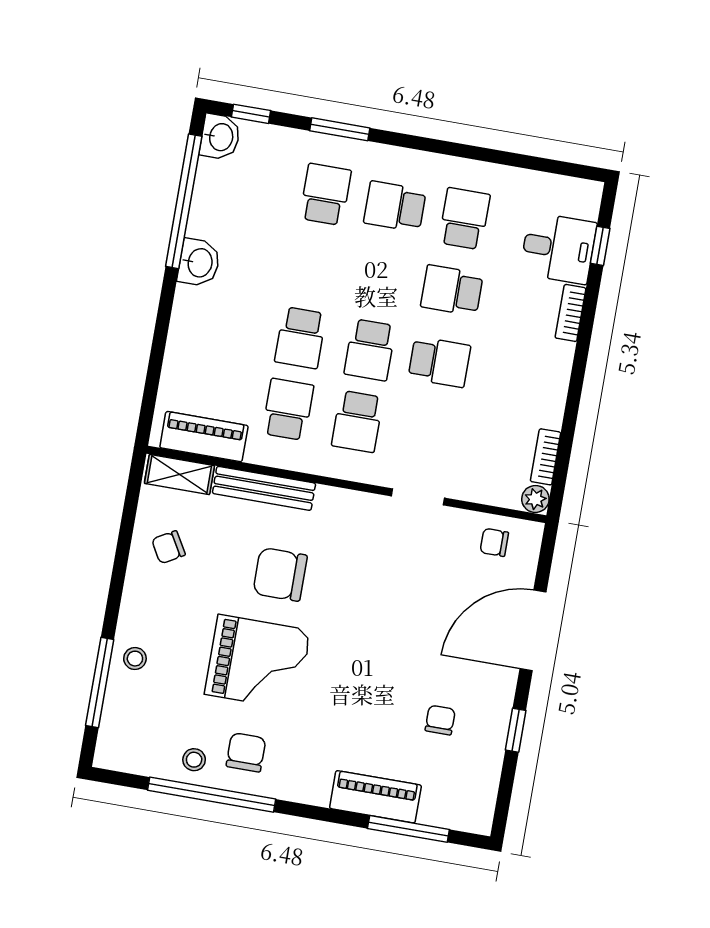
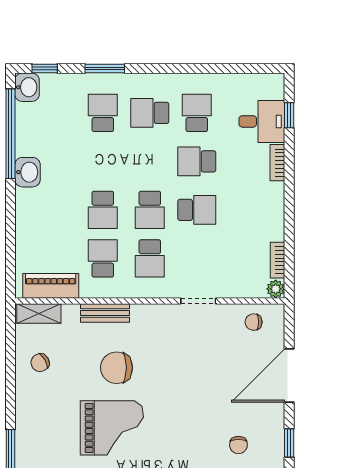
bench: (264, 488) -> (105, 313), width x0.73
stool: (135, 659) -> (31, 440), removed
chair: (440, 720) -> (238, 445), turned 180

